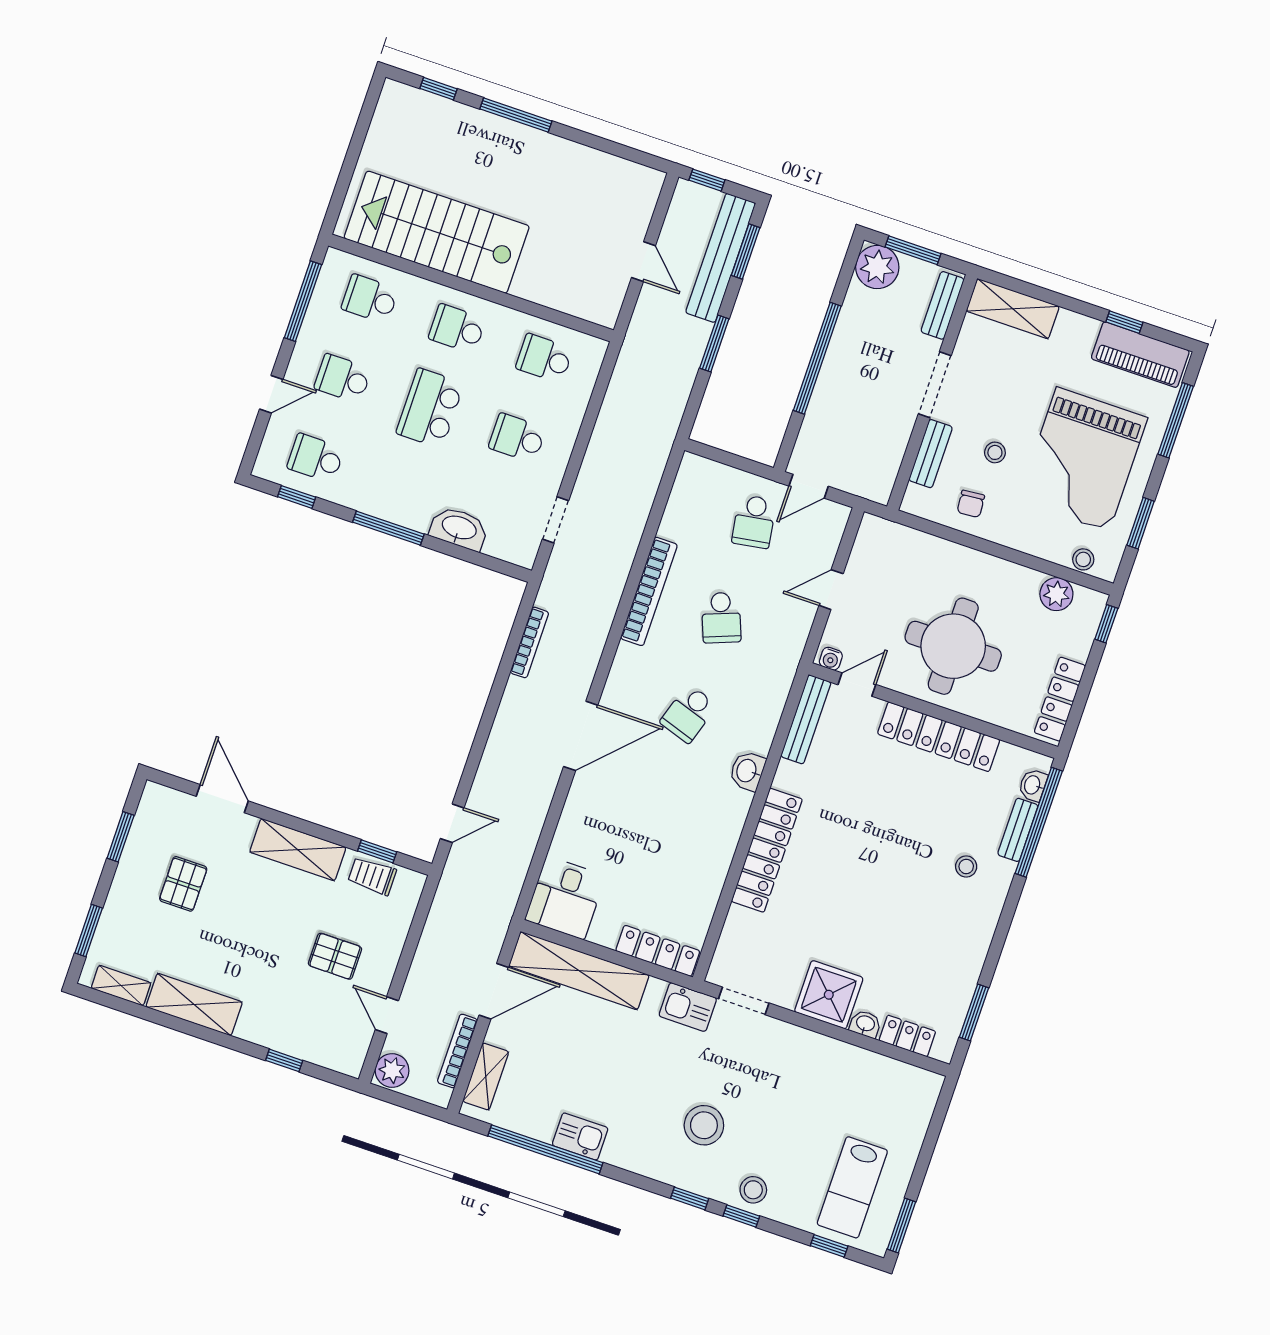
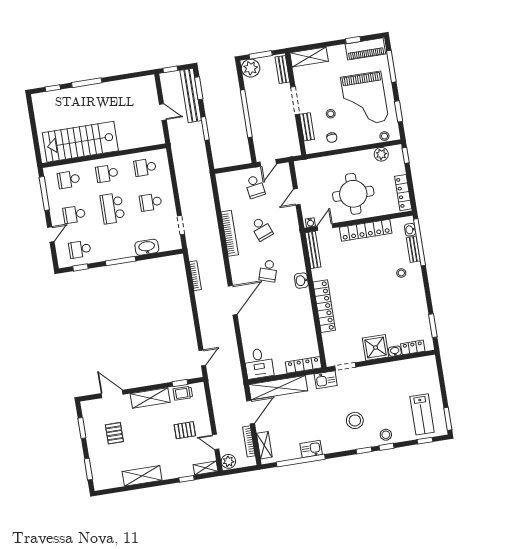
shelving: (121, 986) -> (206, 468), moved

